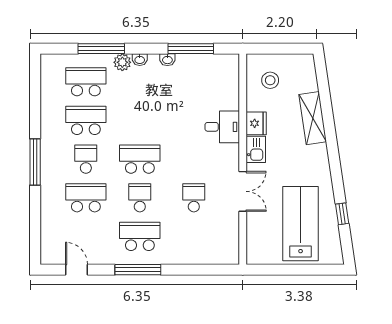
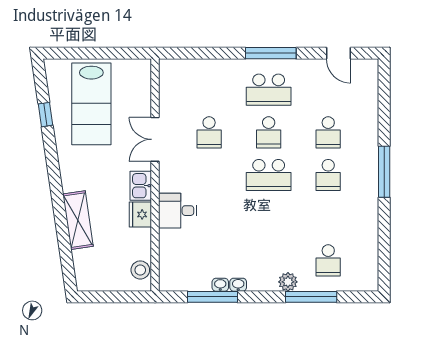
washbasin: (140, 60) -> (220, 285), moved
stool: (270, 80) -> (140, 270), moved
school desk: (86, 82) -> (328, 260), width x0.54
school desk: (86, 120) -> (328, 218), removed
school desk: (86, 198) -> (328, 132), width x0.54

